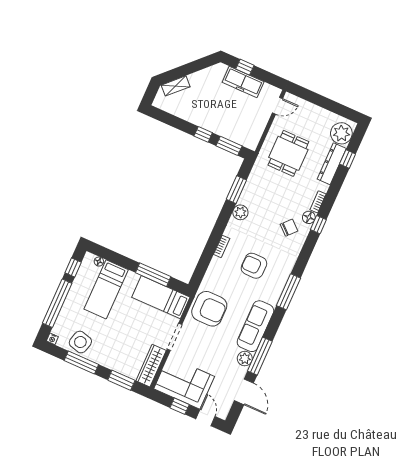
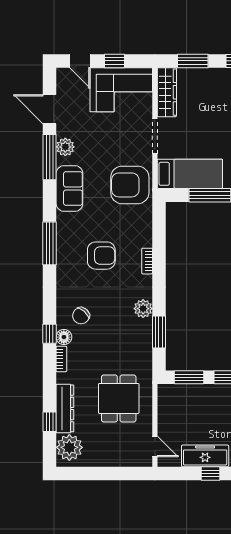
door: (277, 106) -> (155, 446), swing flipped
sofa: (255, 326) -> (69, 188), width x0.73

